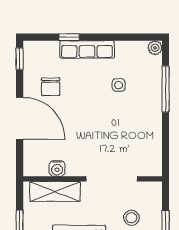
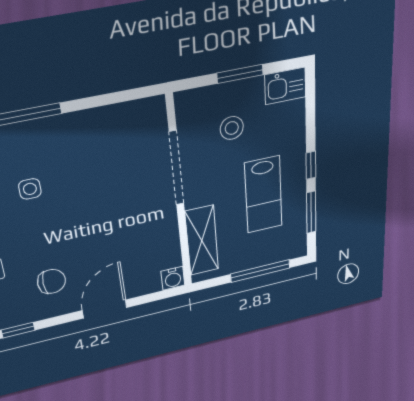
door: (20, 118) -> (105, 309), width x0.73
water cooler: (57, 168) -> (173, 278), moved, turned 90

